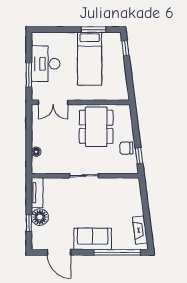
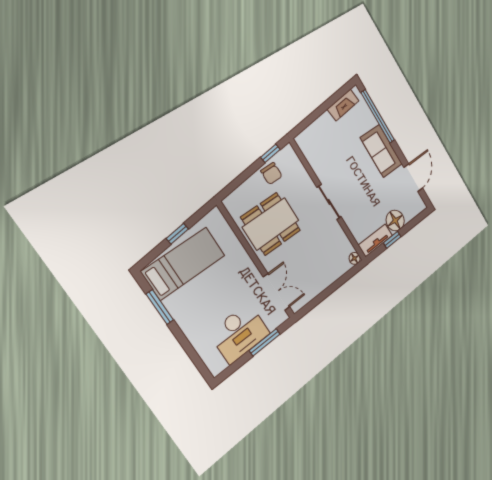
window: (125, 48) -> (177, 234), moved
bed: (90, 59) -> (184, 263), moved
floor lamp: (36, 152) -> (355, 258), moved
window: (29, 223) -> (392, 240), moved

